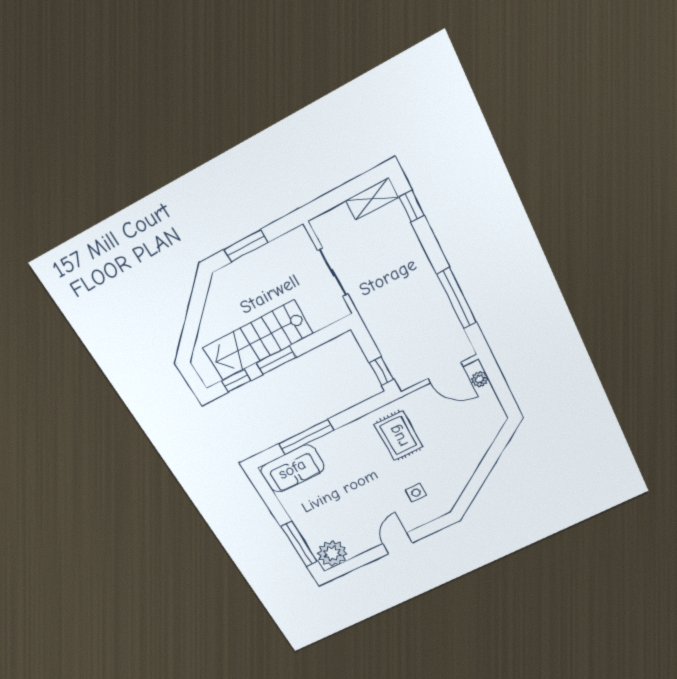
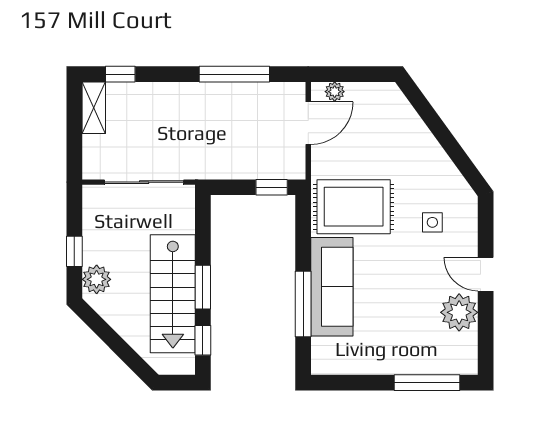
window: (246, 246) -> (74, 251), width x0.67
sliding door: (333, 272) -> (144, 182), width x1.37
plant: (234, 276) -> (97, 279), added
rug: (398, 436) -> (354, 207), width x1.36, depth x1.43
sofa: (292, 469) -> (332, 287), moved, width x1.36
plant: (332, 553) -> (459, 312), moved

